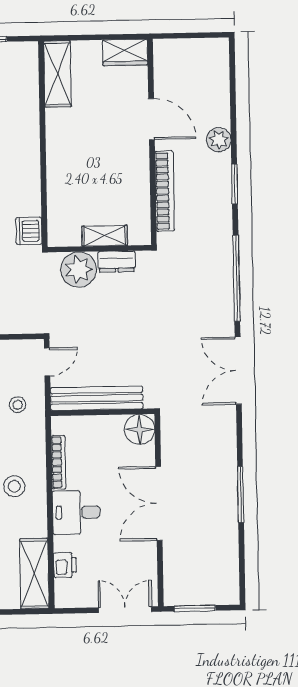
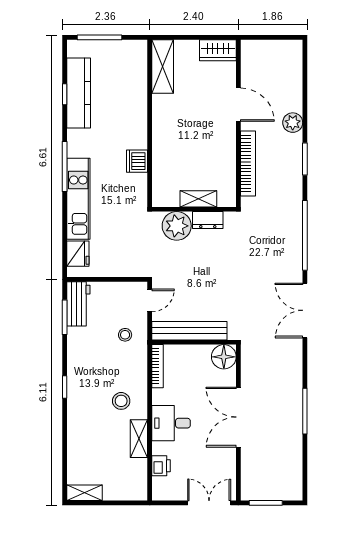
dishwasher: (29, 231) -> (137, 161), moved
bookcase: (59, 462) -> (157, 366), moved
shelving: (34, 574) -> (139, 439), moved, width x0.67, depth x0.75

